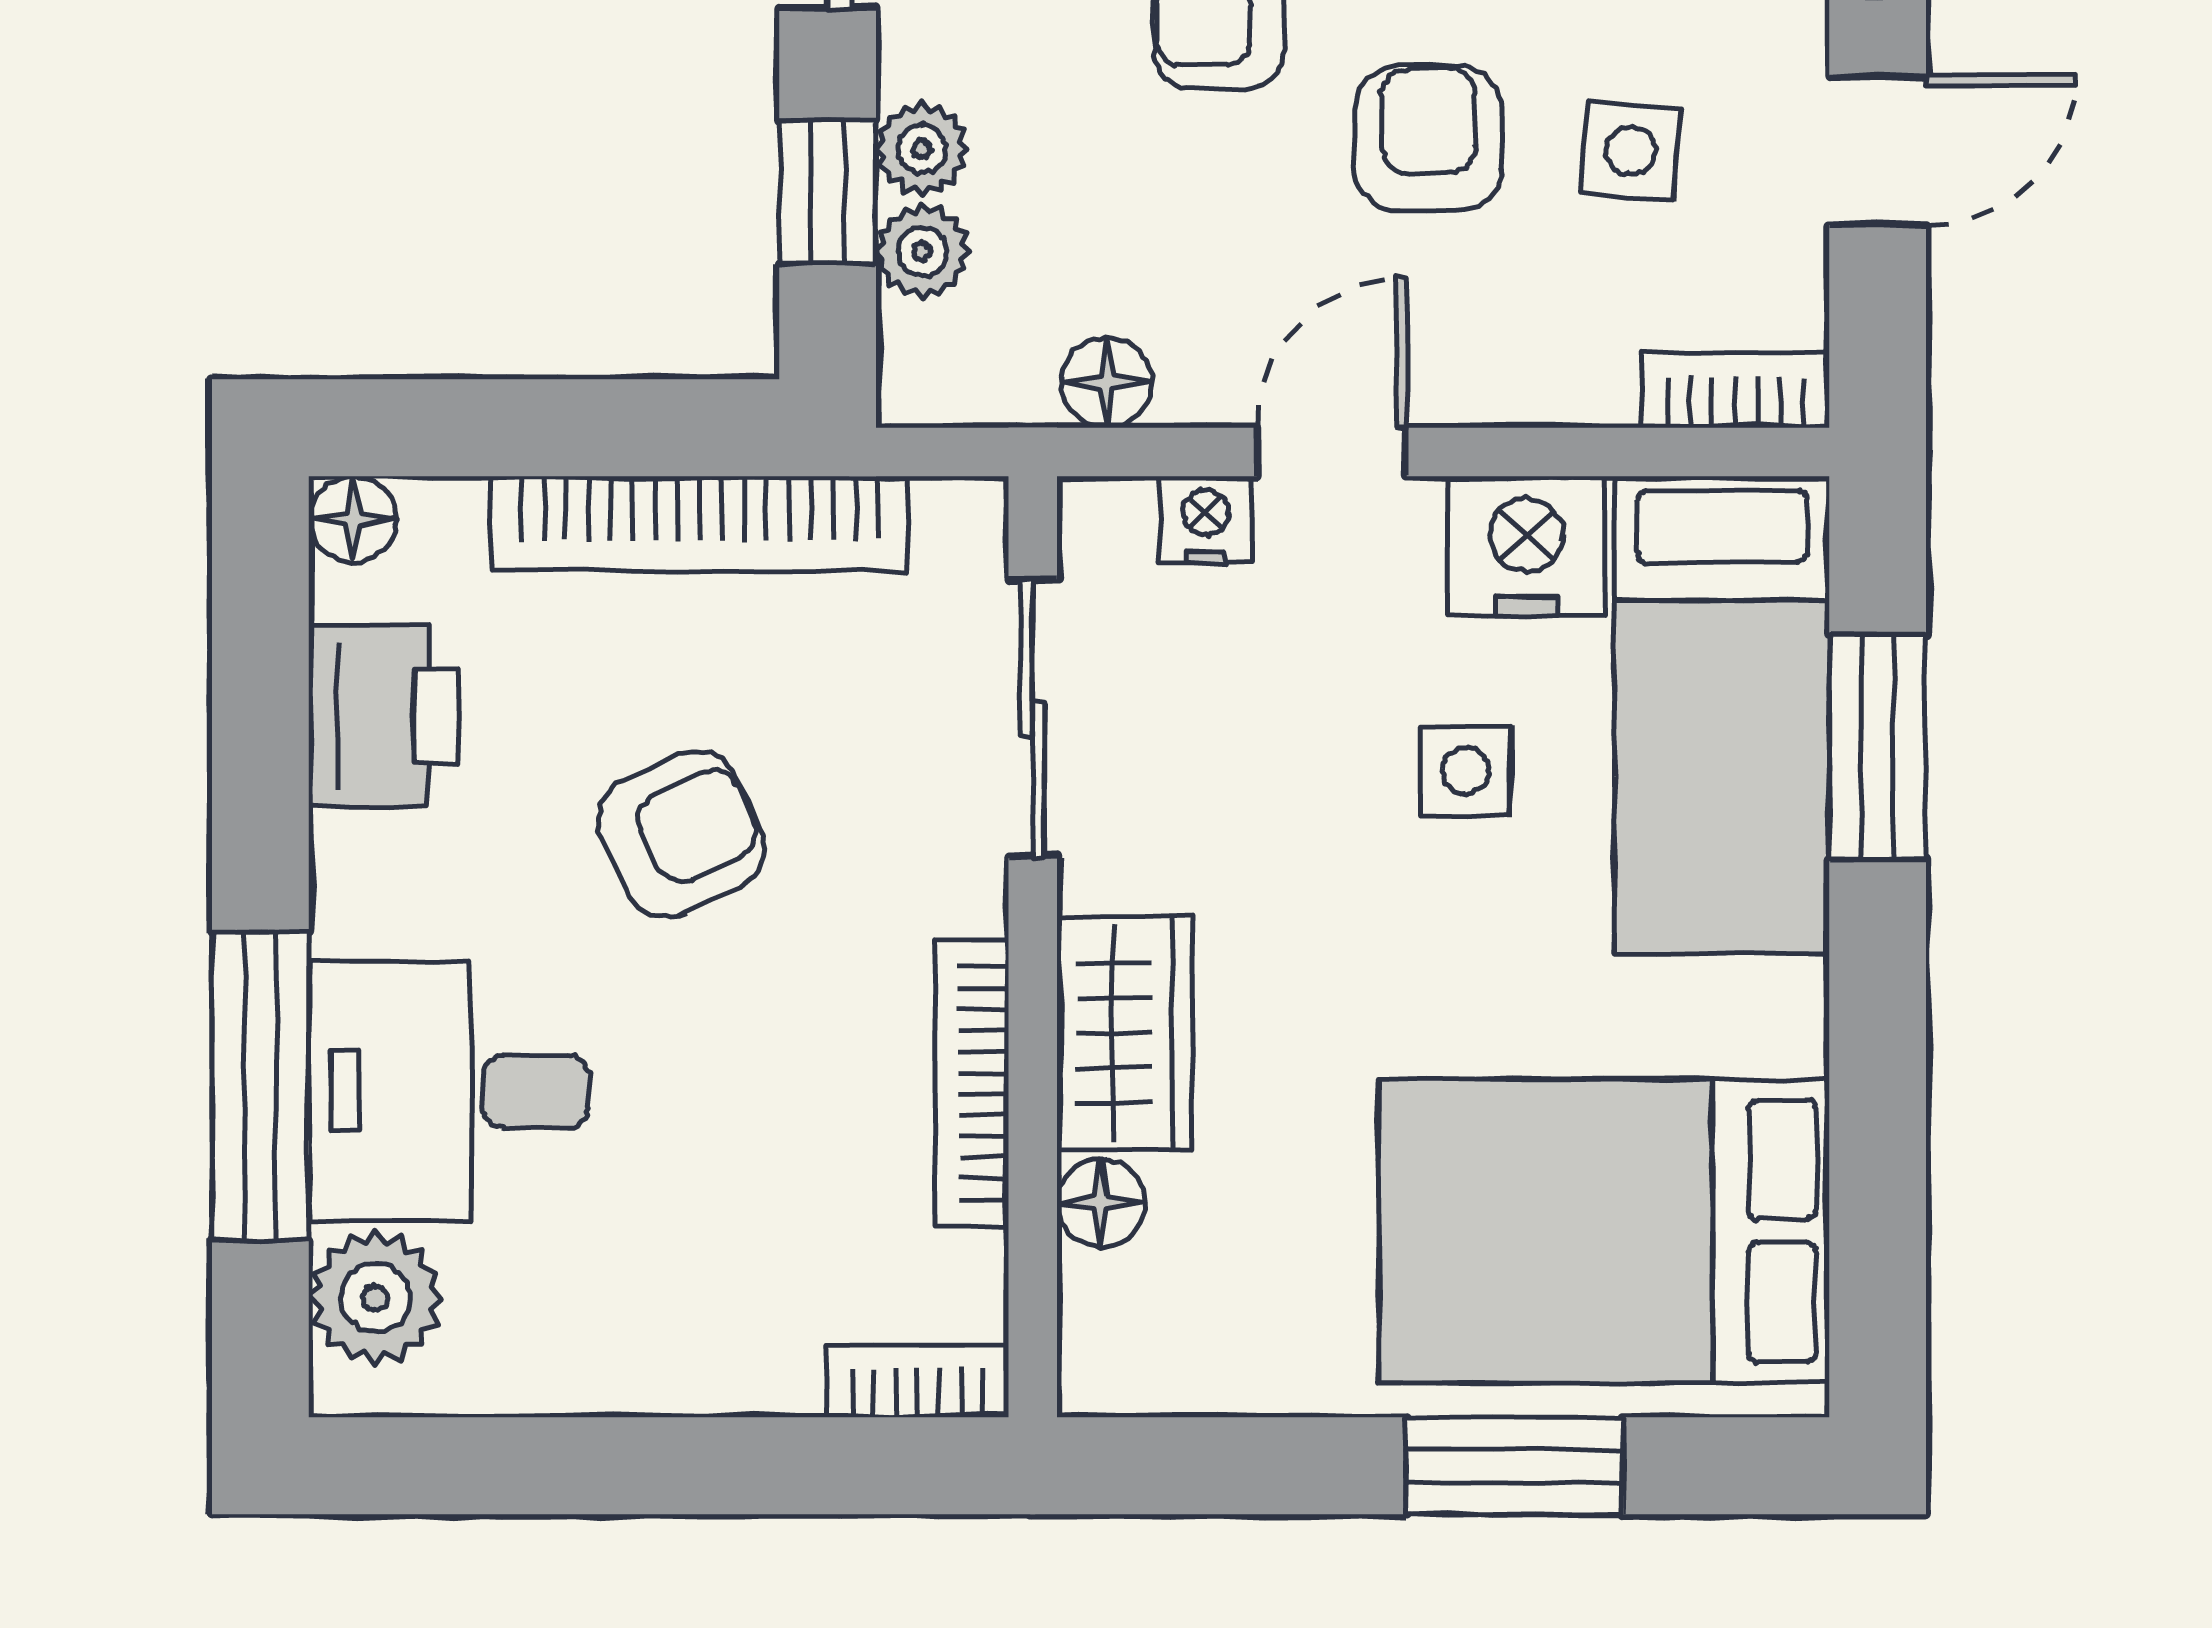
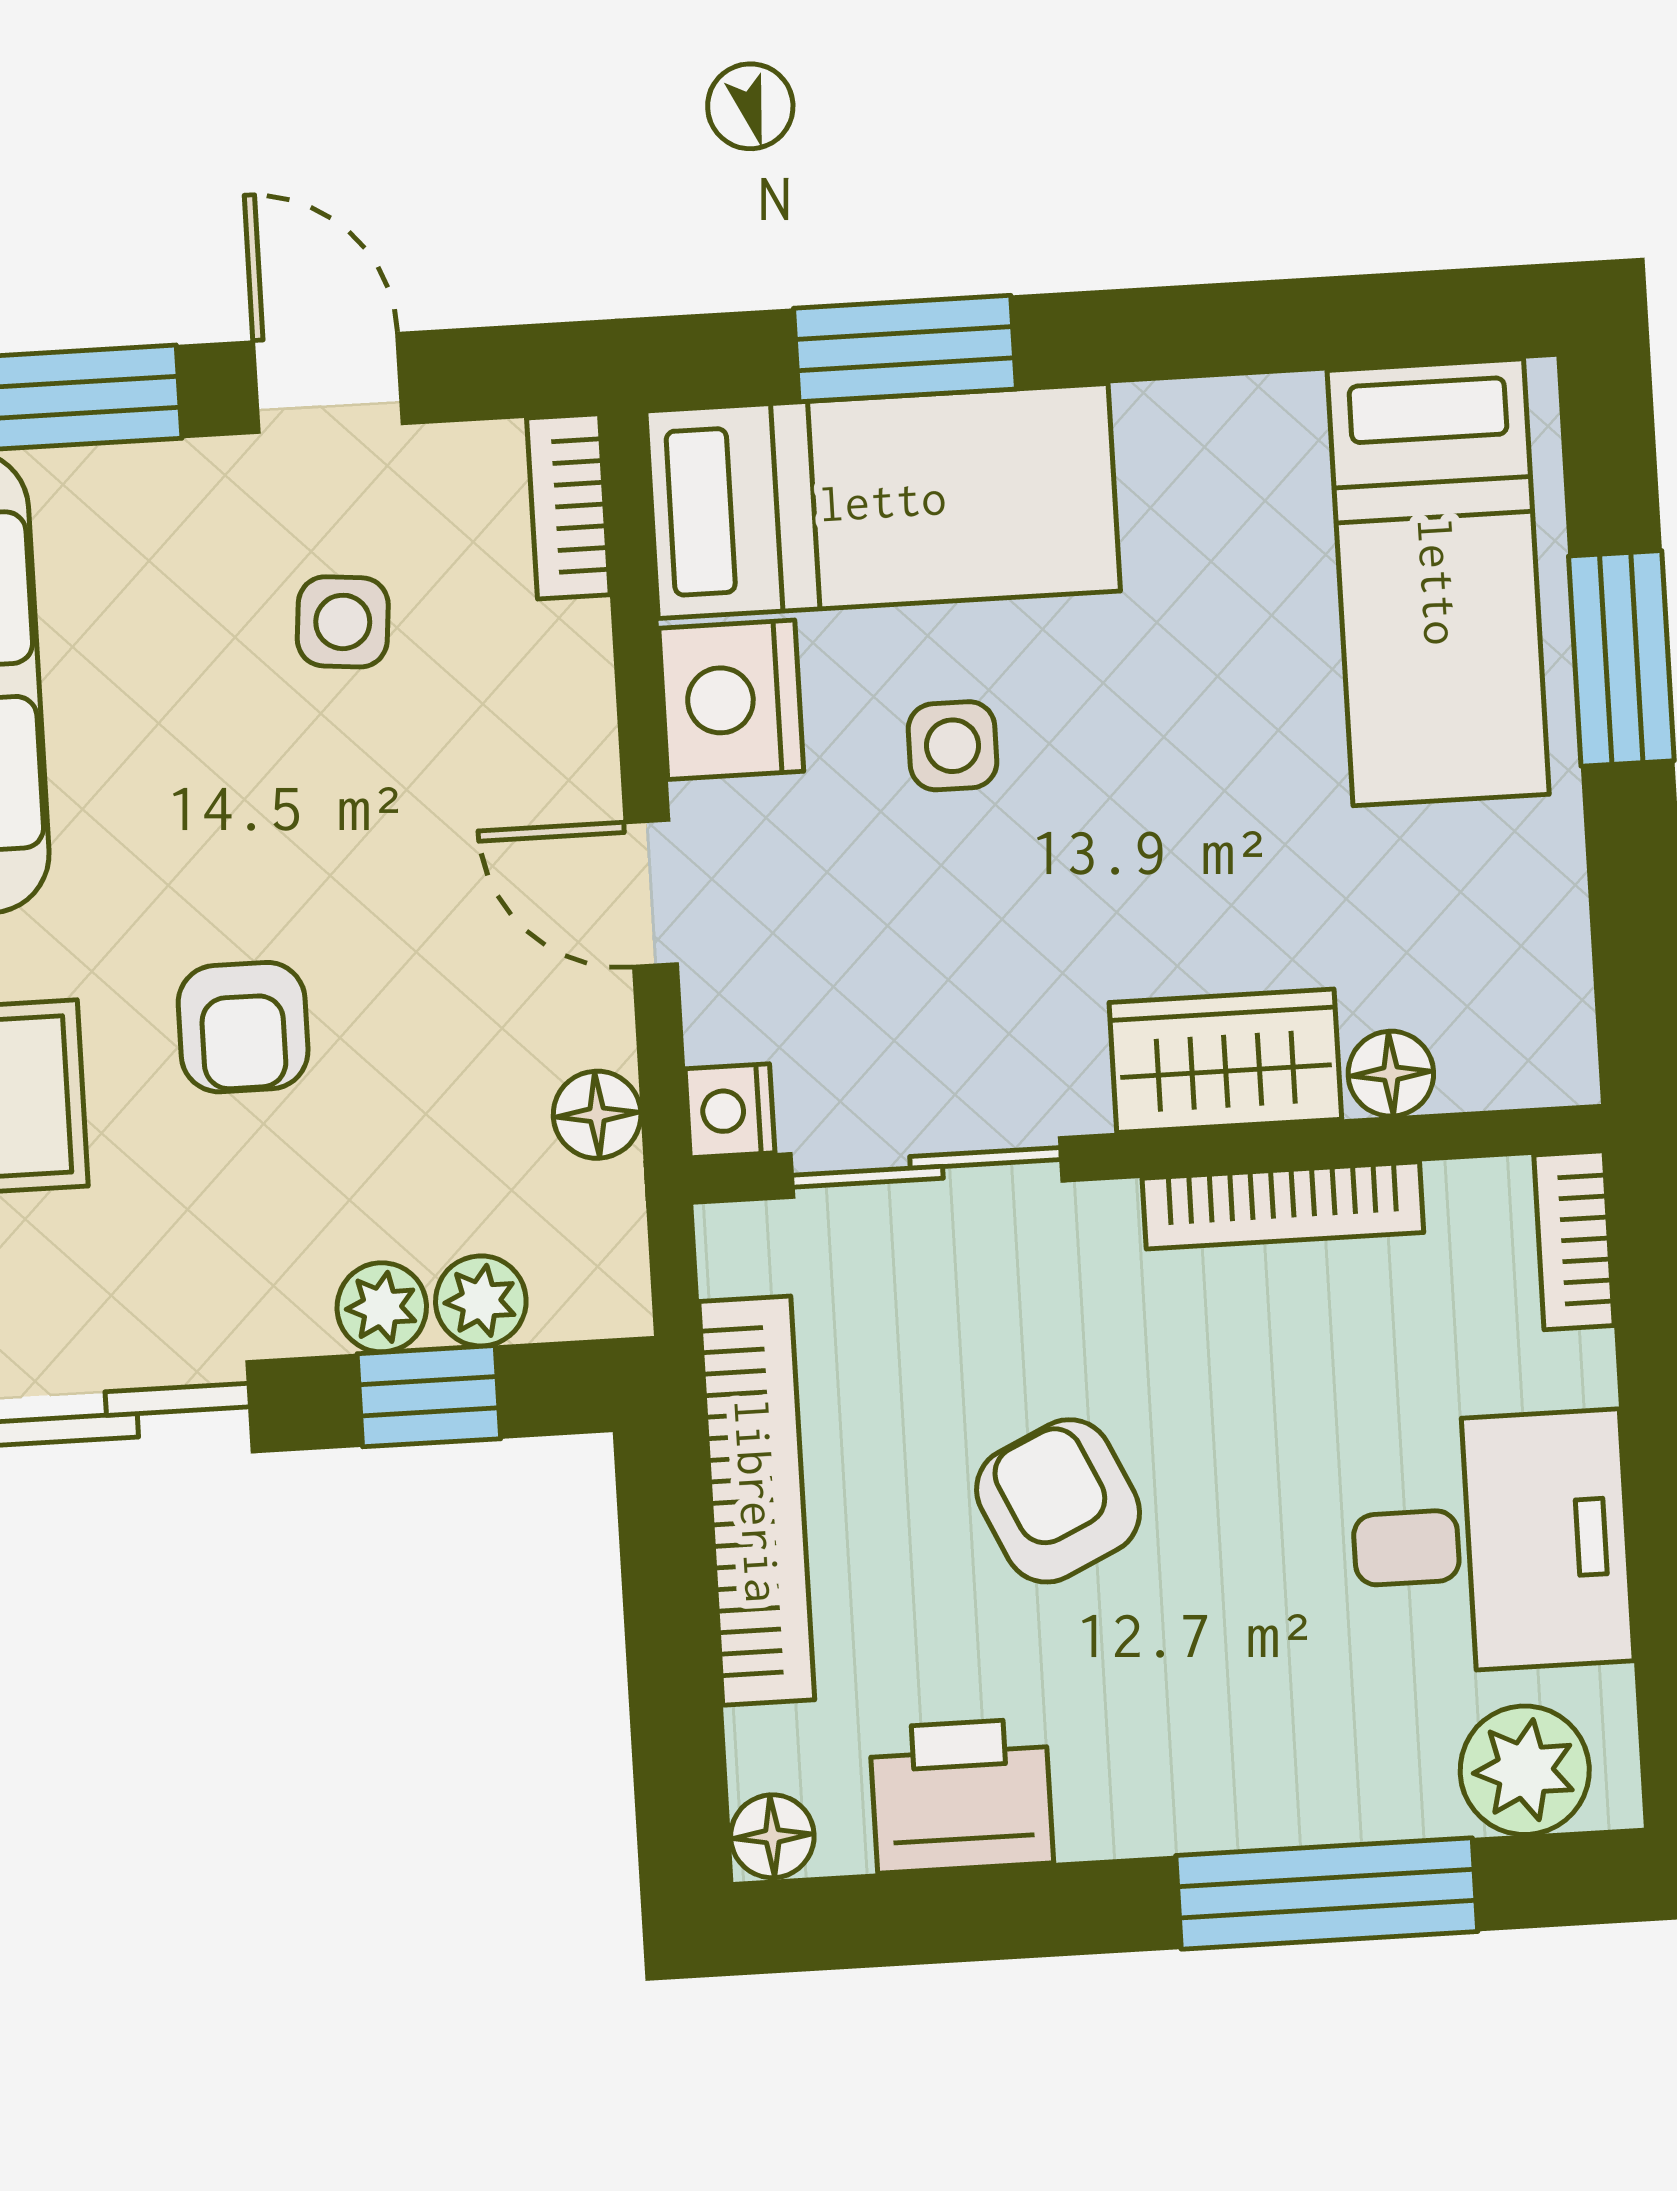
armchair: (1428, 138) -> (342, 818), removed
nightstand: (1206, 520) -> (730, 1111), moved
desk: (449, 1092) -> (1491, 1543), moved, turned -90
bed: (1604, 1231) -> (1438, 582), width x0.67

